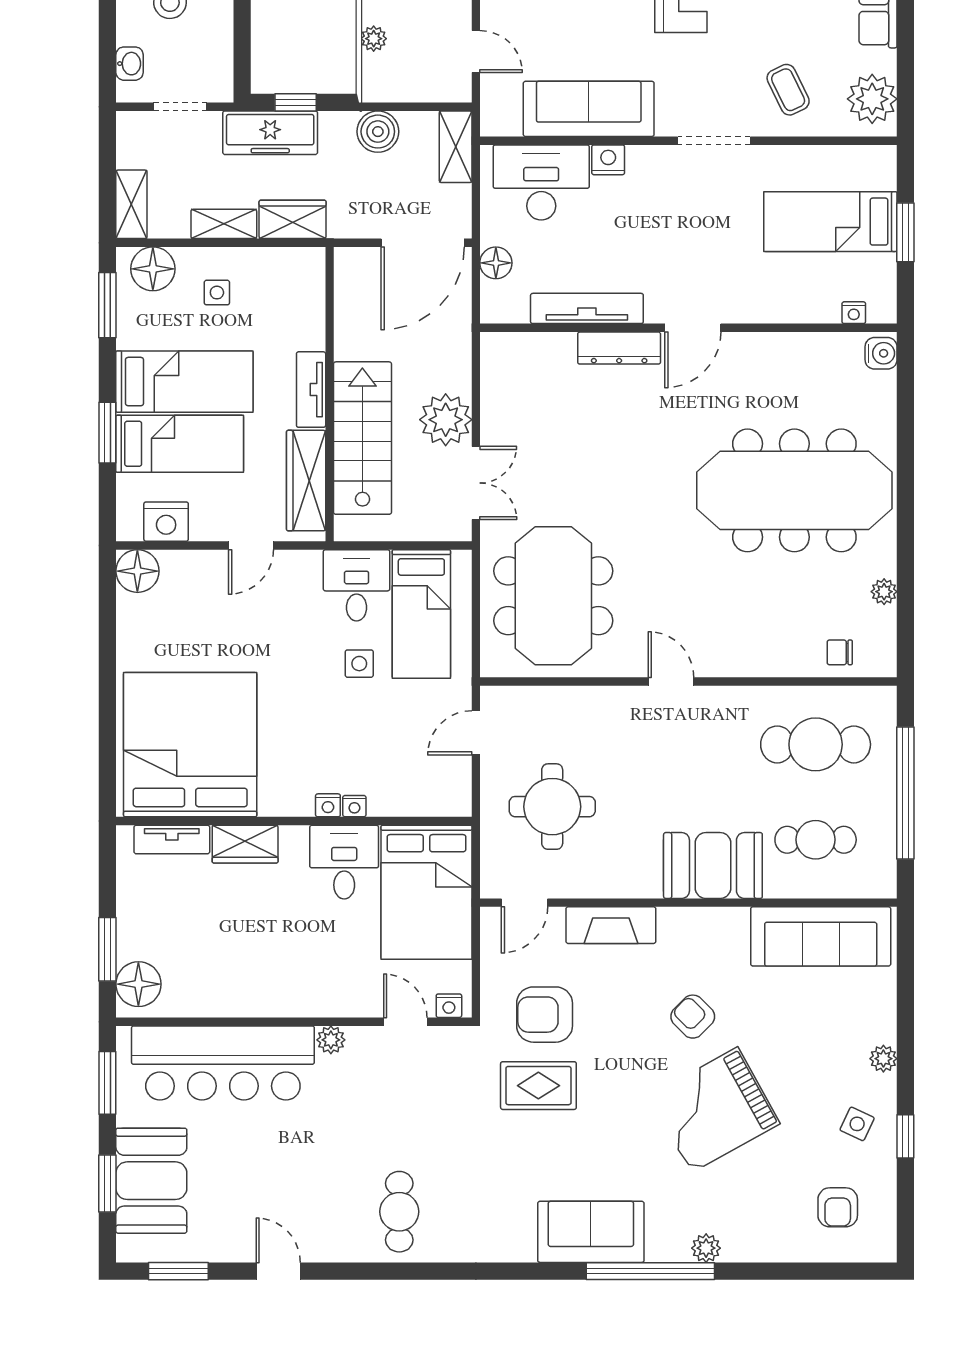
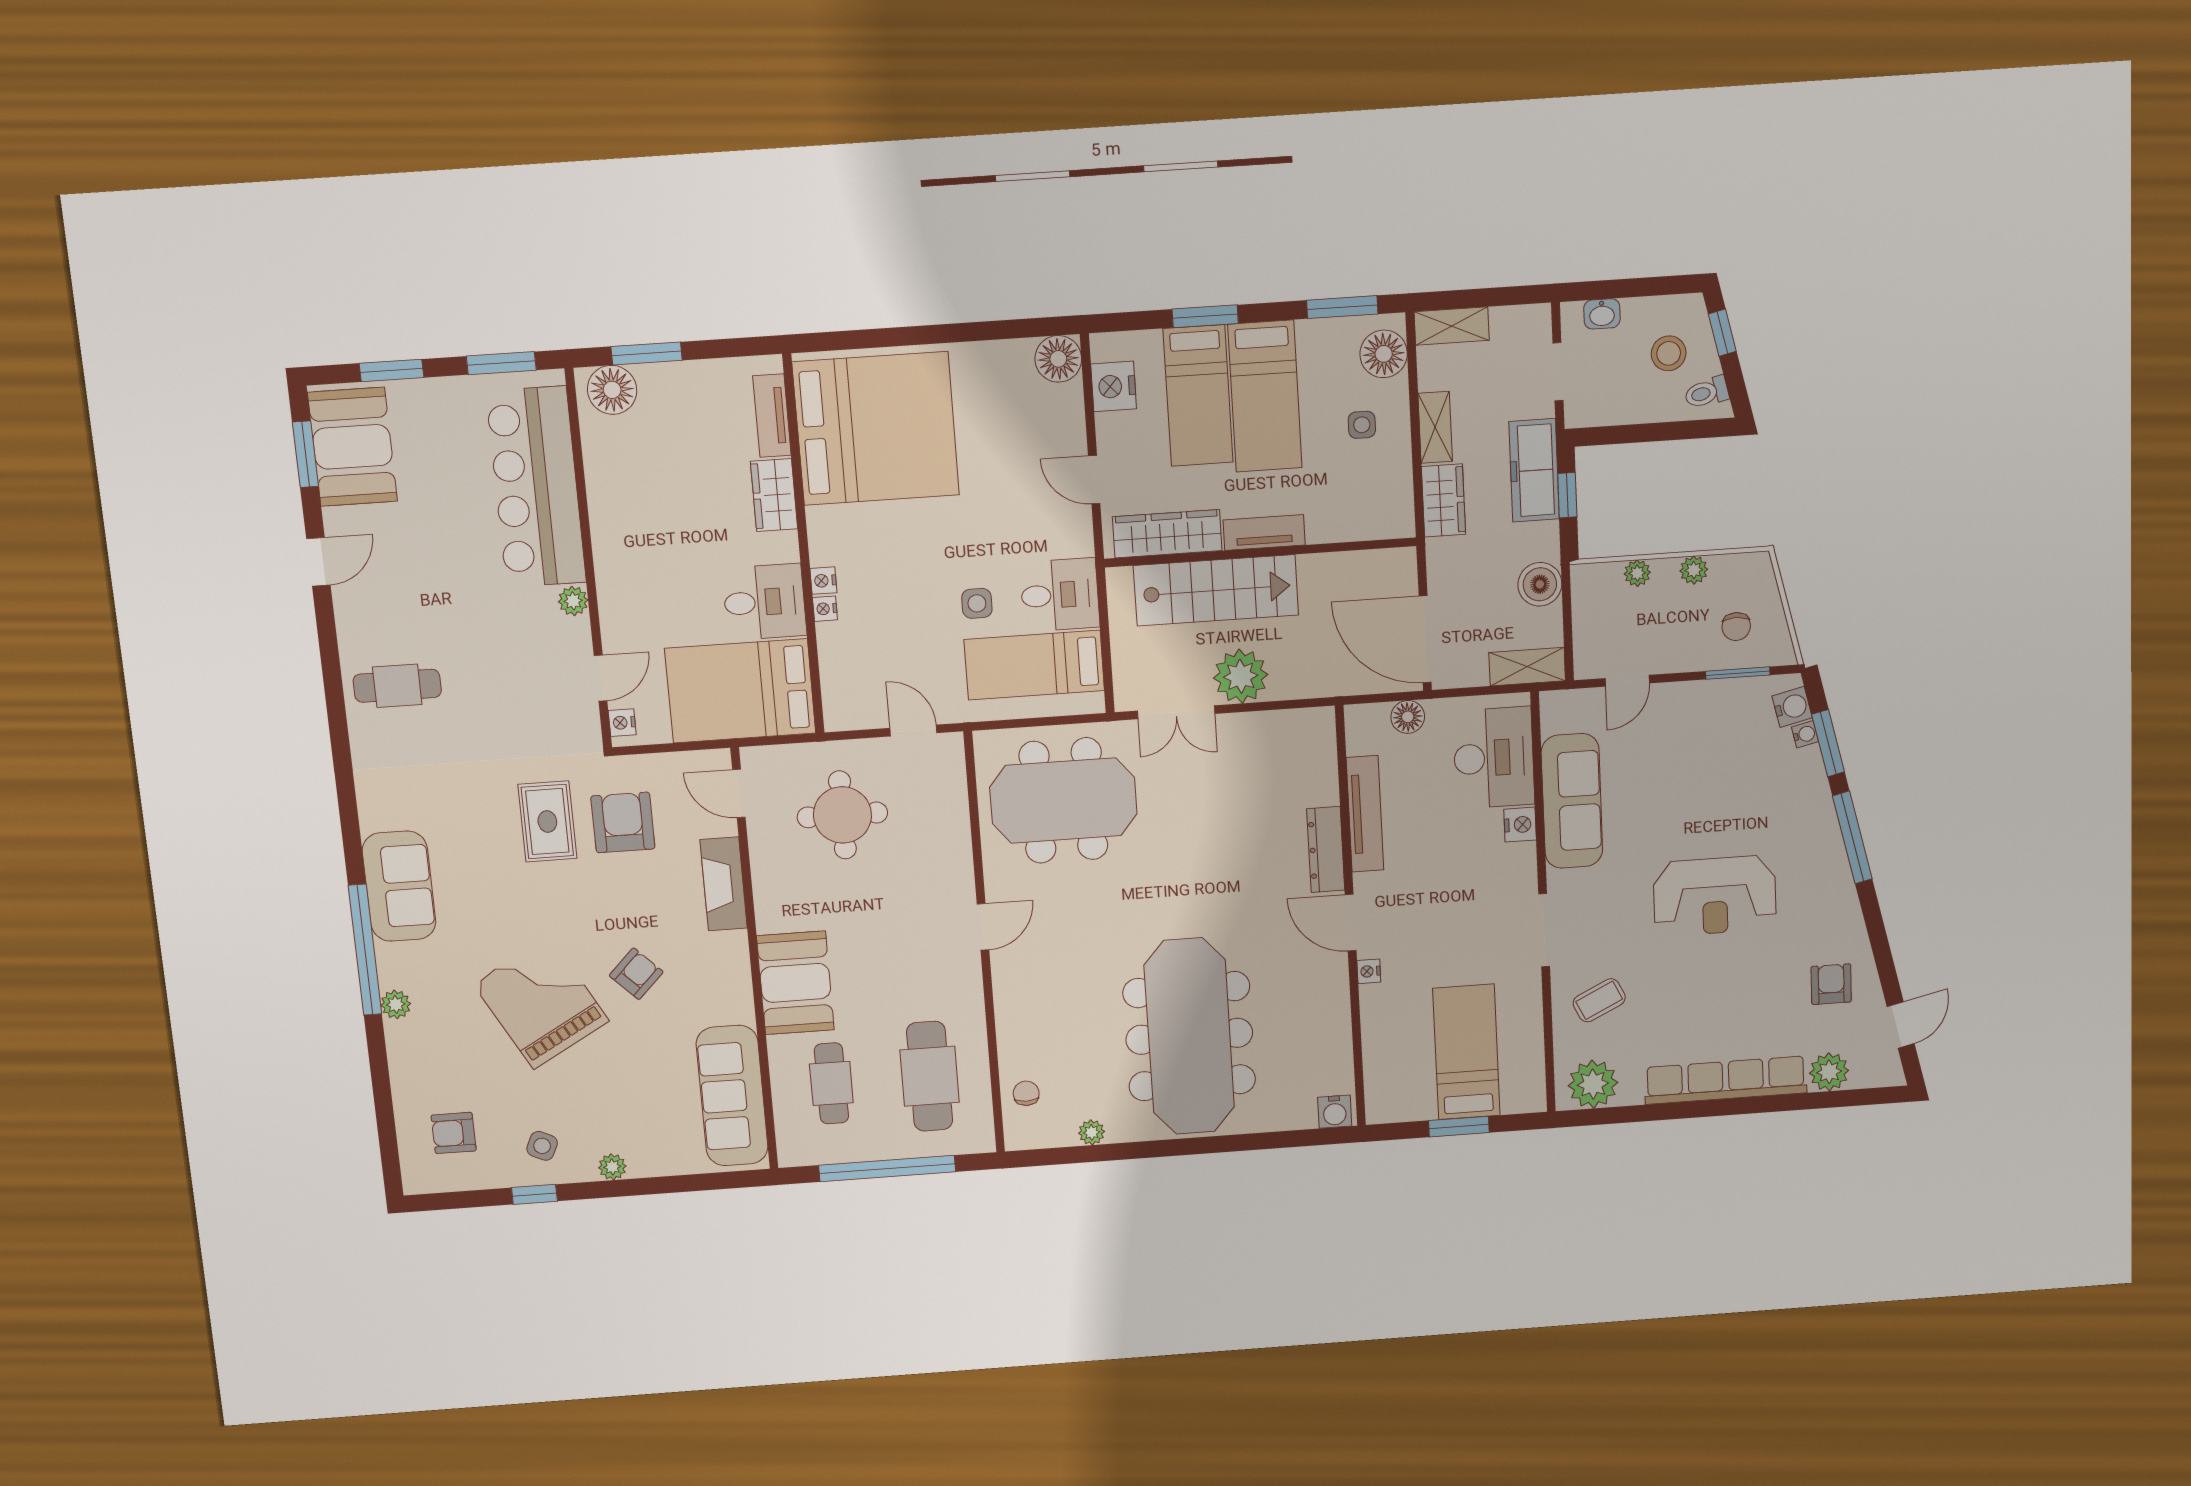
nightstand: (854, 313) -> (1369, 971), moved
booth: (151, 1181) -> (353, 447), moved, turned 90

